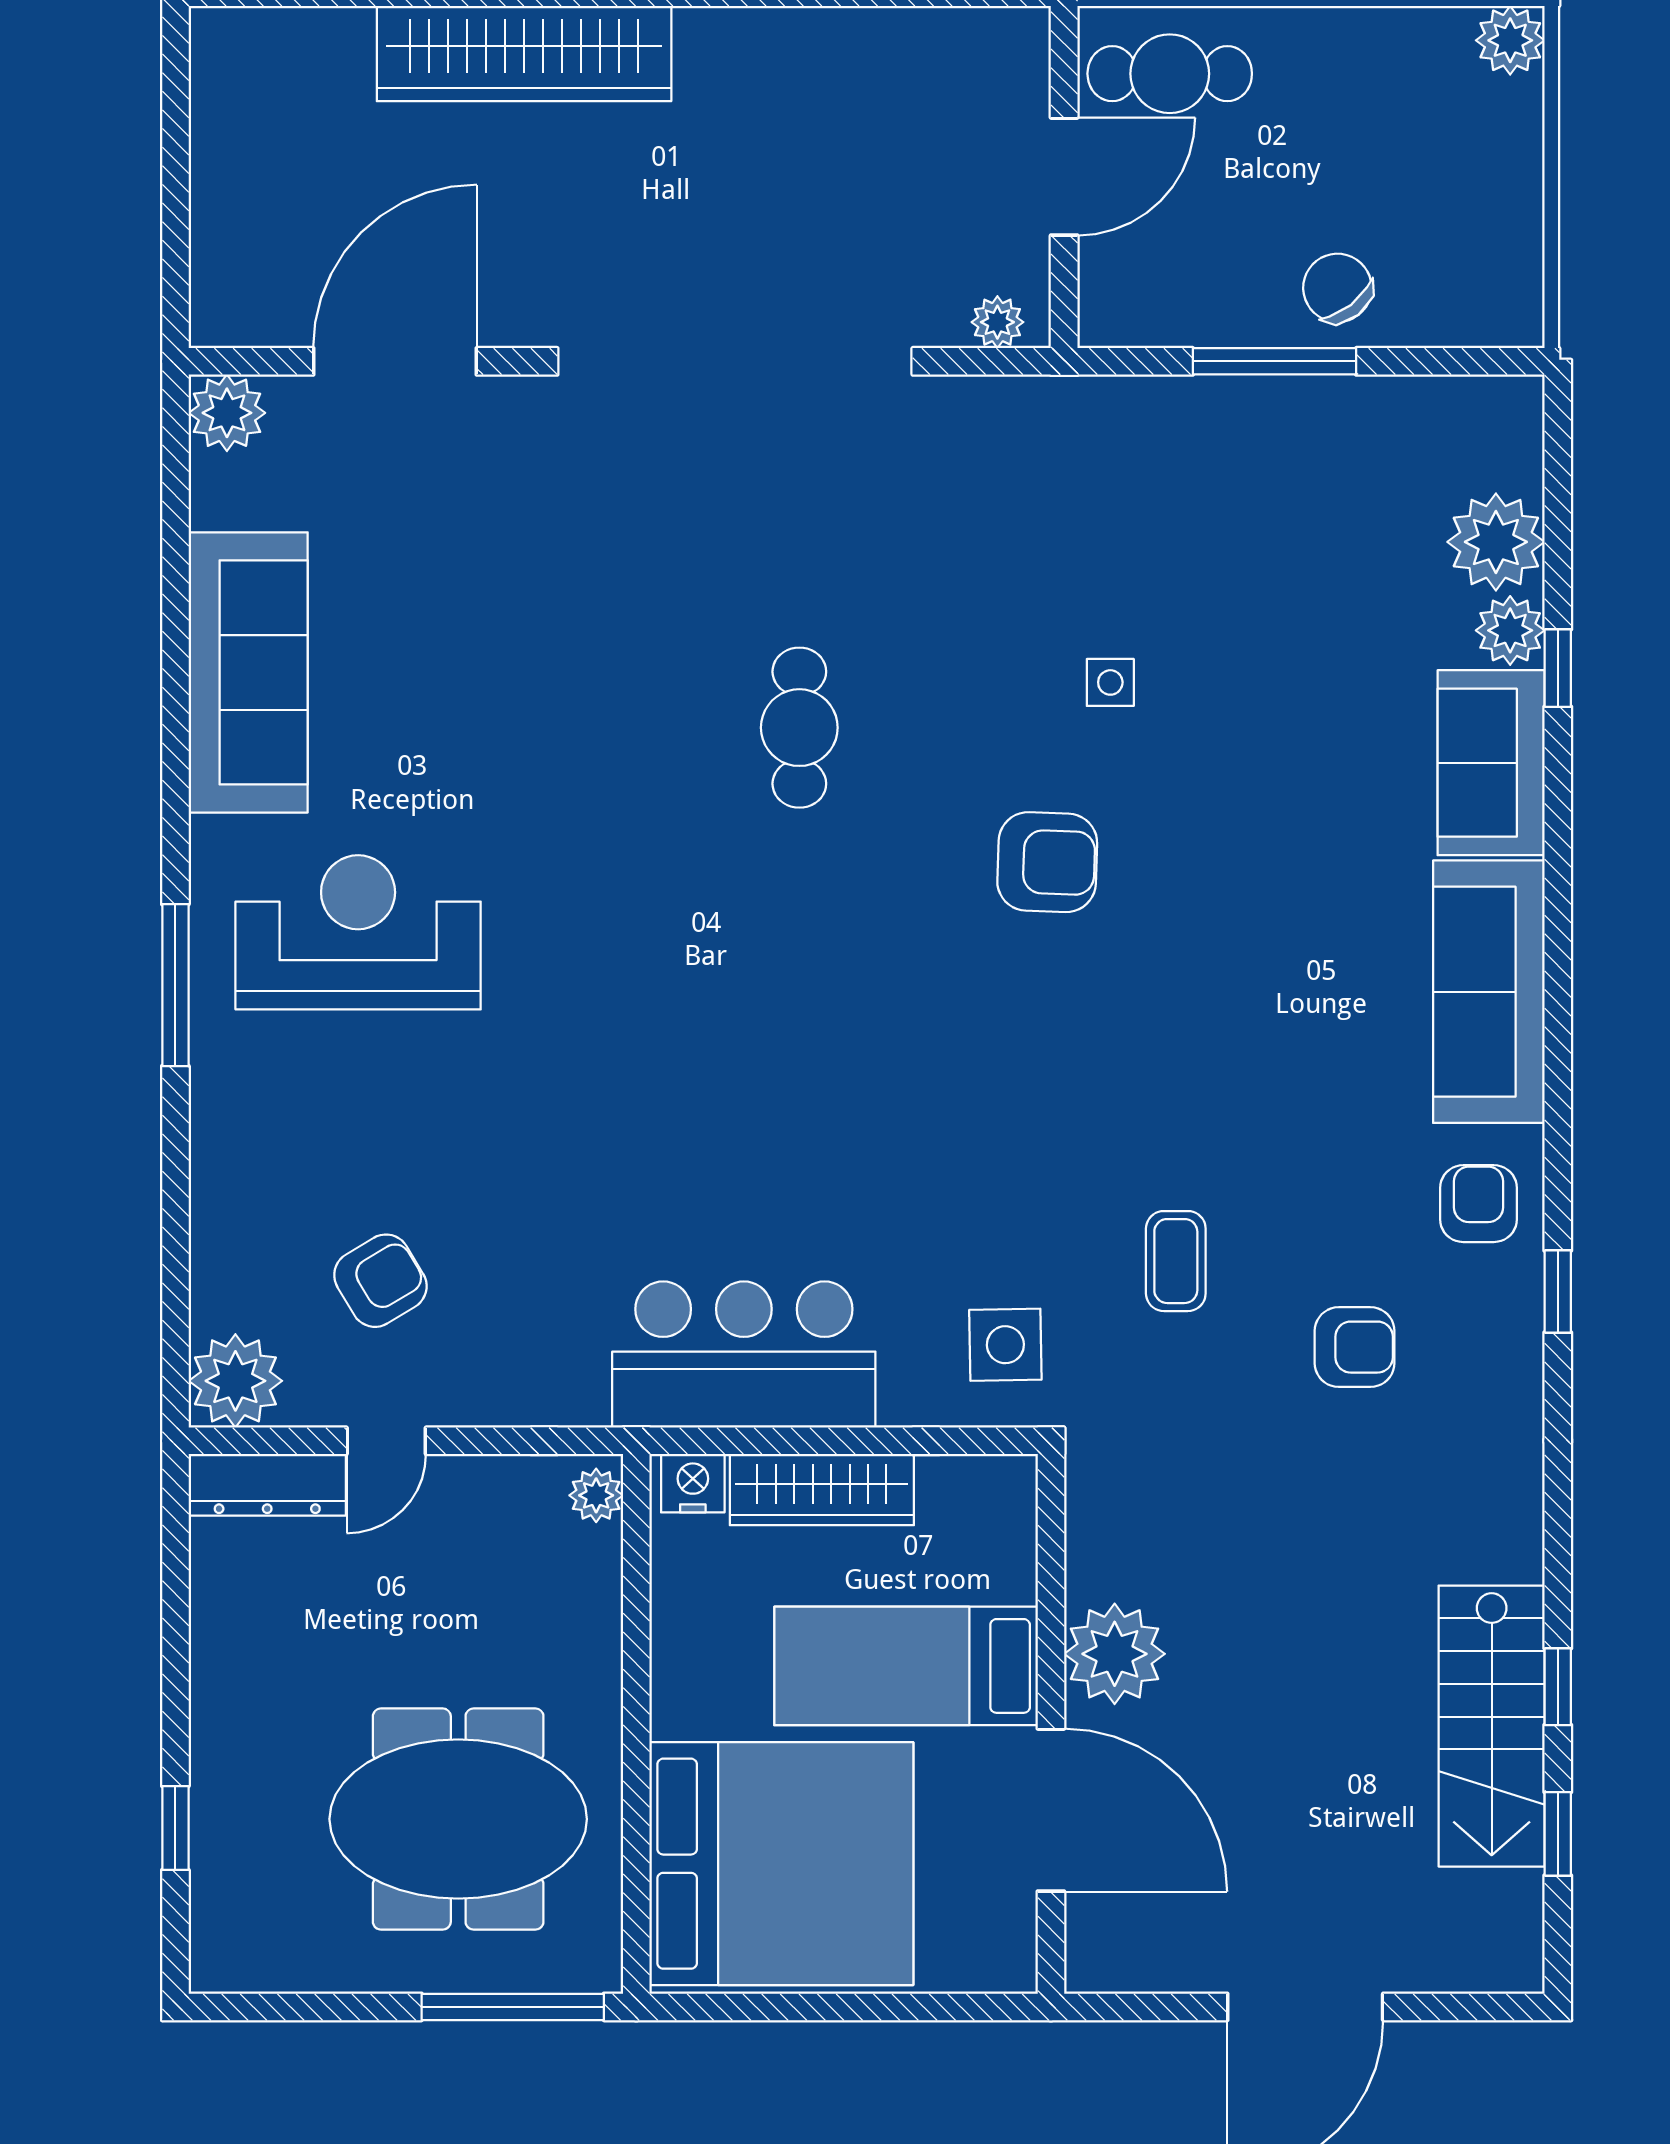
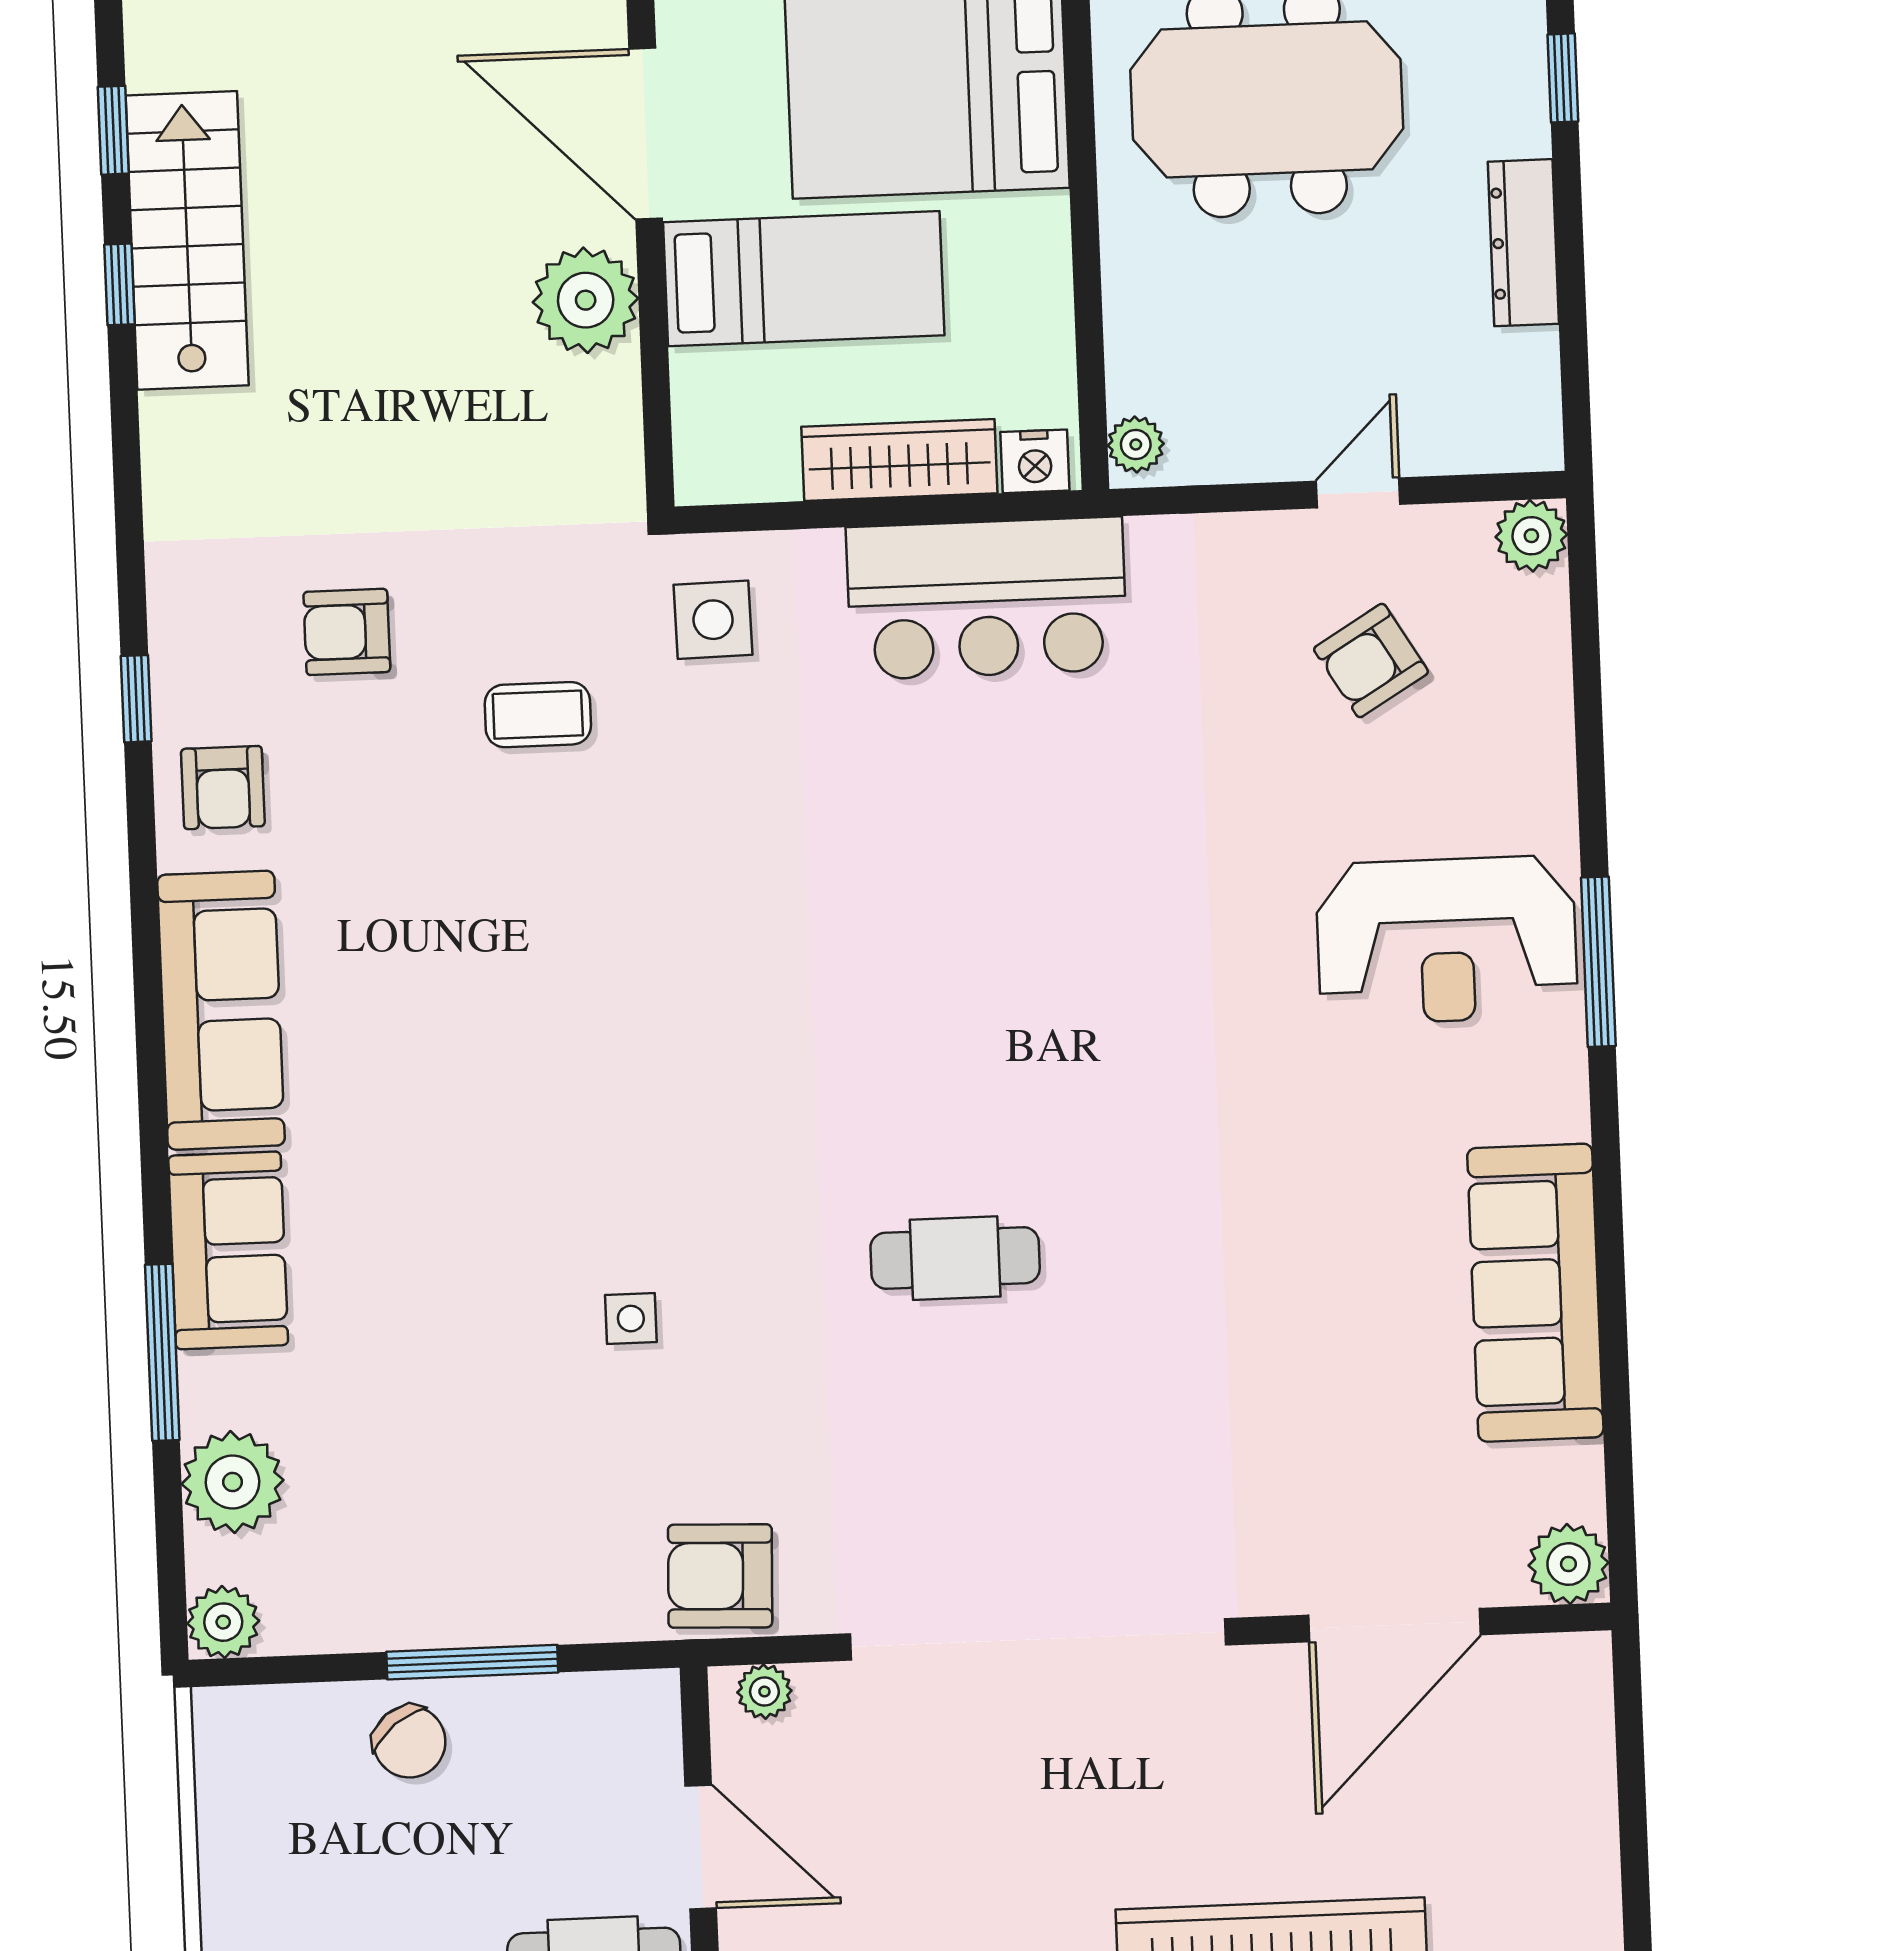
door: (1064, 177) -> (701, 1847), swing flipped
plant: (1510, 630) -> (223, 1622), moved
window: (1558, 668) -> (162, 1352), width x2.17
cafe table: (799, 728) -> (955, 1258), turned 90
armchair: (1047, 862) -> (720, 1576), moved
reception desk: (358, 932) -> (1447, 940), moved
coffee table: (1176, 1261) -> (538, 715), turned 90
plant: (235, 1381) -> (1531, 536), width x0.73, depth x0.73
dresser: (267, 1485) -> (1523, 243), moved, turned -90

